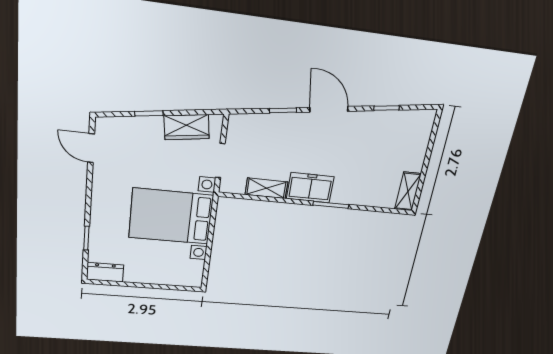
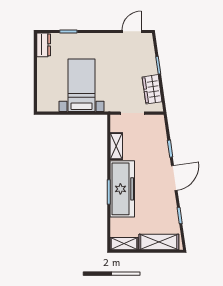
shelving: (418, 143) -> (159, 242), added
freezer: (310, 188) -> (122, 189), width x1.91, depth x1.26
bed with nightstands: (171, 216) -> (82, 85), width x0.73

